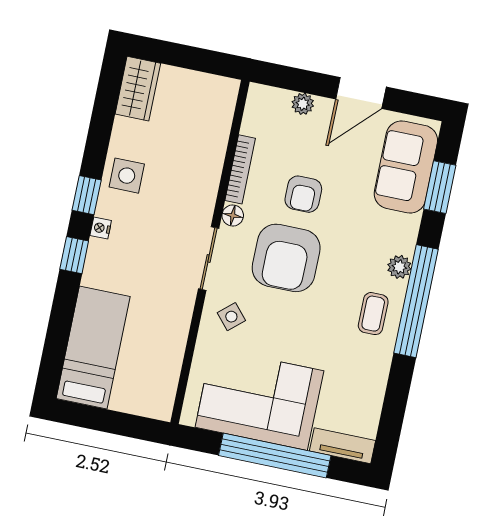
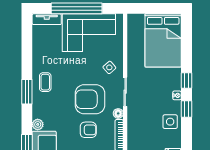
armchair: (303, 194) -> (88, 130), turned 90
armchair: (286, 258) -> (90, 99), turned -90
plant: (399, 267) -> (38, 124), moved
window: (416, 301) -> (27, 92), width x0.47
bed: (93, 348) -> (163, 40), width x1.50

